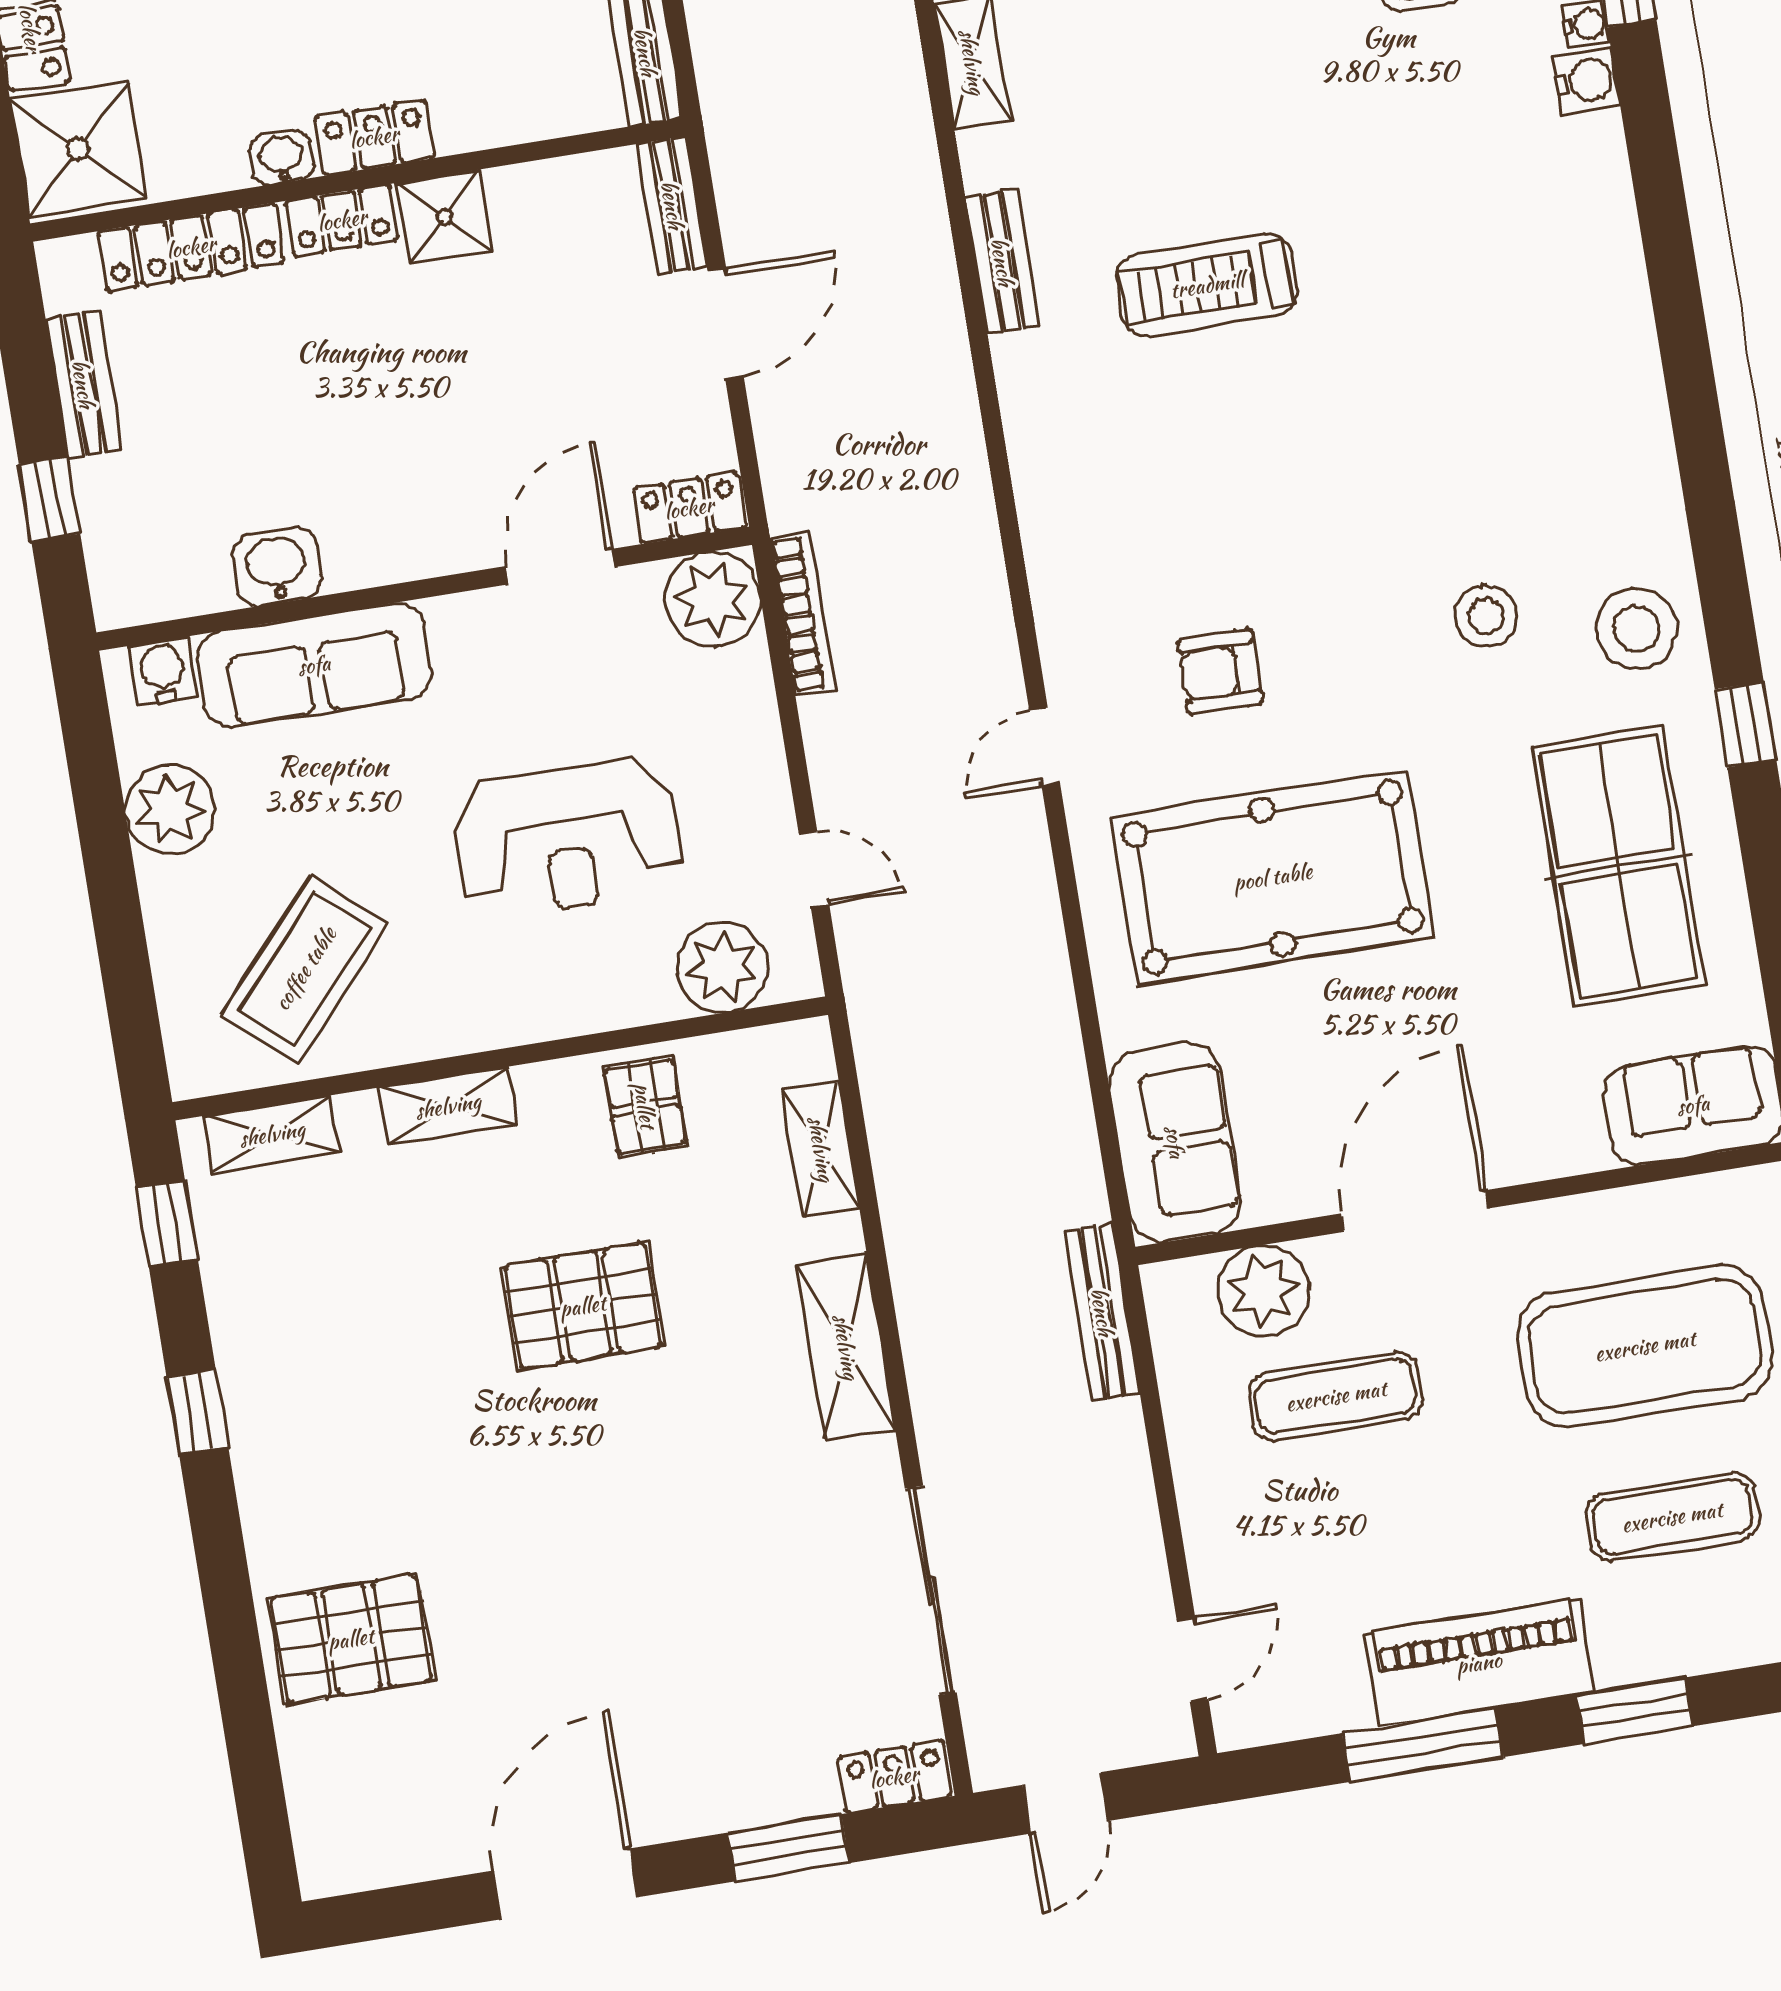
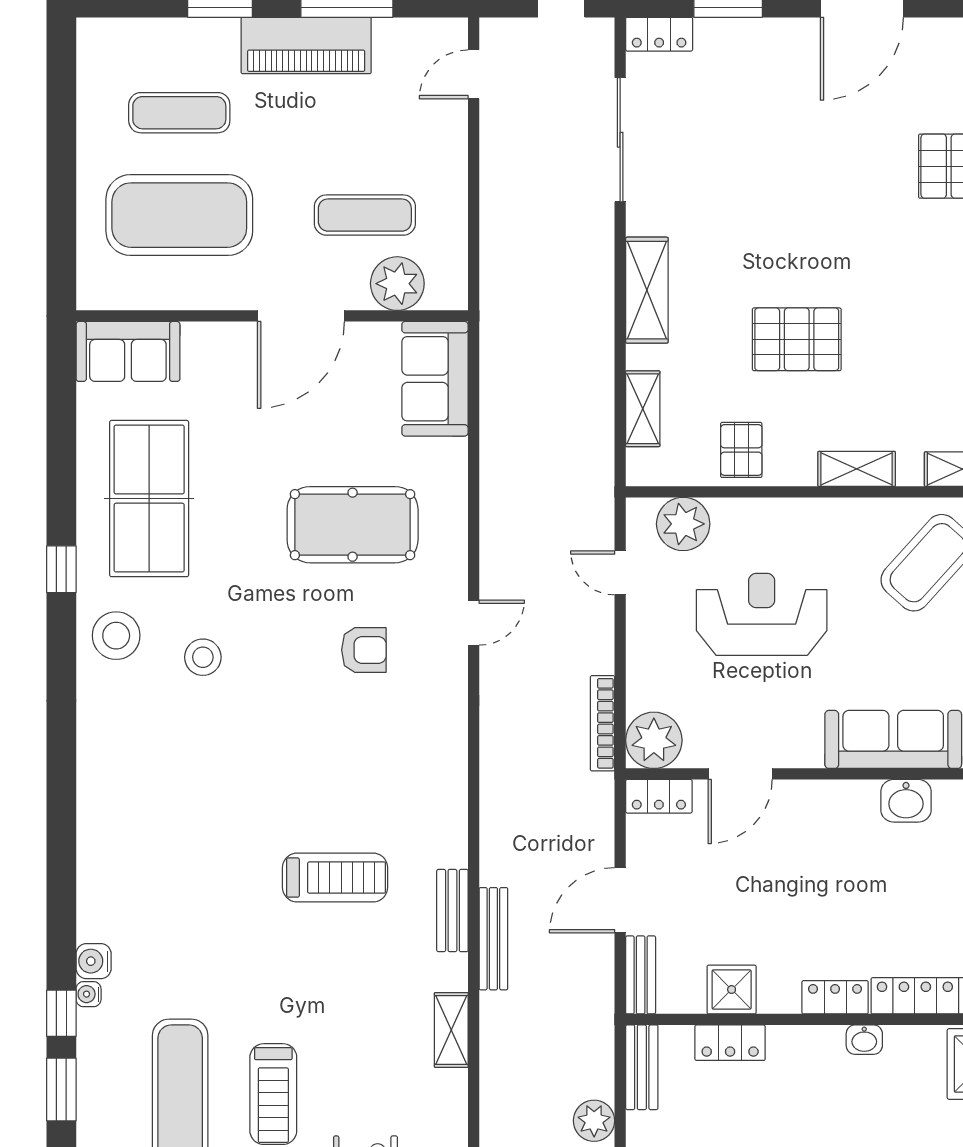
locker: (374, 137) -> (730, 1043), moved
shower: (444, 217) -> (732, 990), moved
pool table: (1273, 877) -> (353, 525), width x0.73, depth x0.76
bench: (1102, 1312) -> (493, 939), moved

